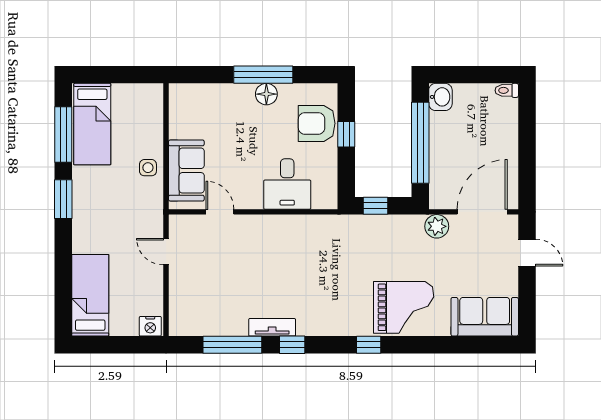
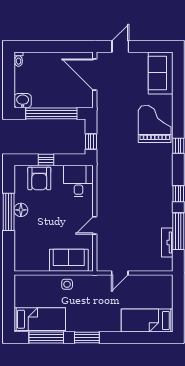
desk: (287, 184) -> (78, 181), moved, turned -90
door: (220, 212) -> (95, 225), moved
plant: (437, 226) -> (104, 103), removed
nightstand: (150, 326) -> (167, 283), removed
tv unit: (272, 327) -> (167, 242), moved

